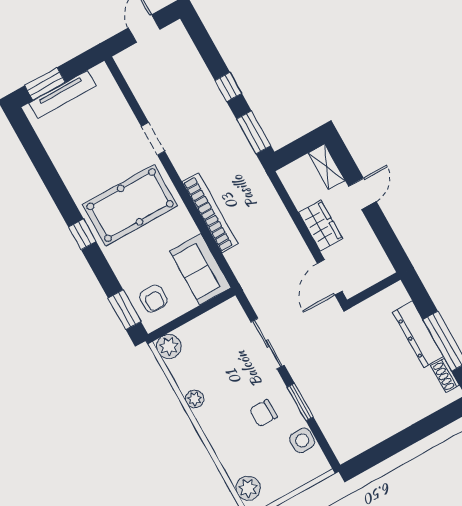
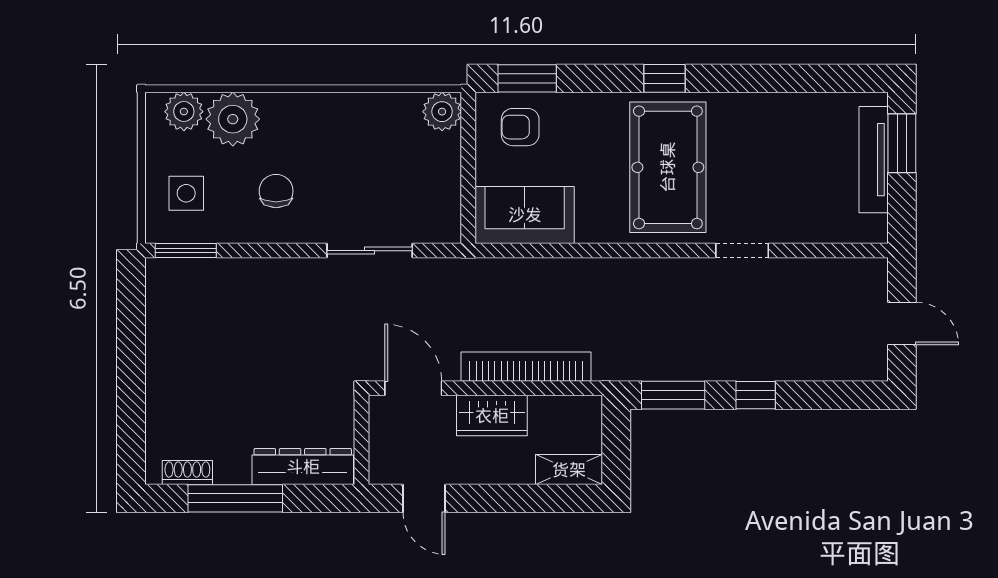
door: (362, 194) -> (424, 498), moved
bookcase: (210, 213) -> (526, 367), moved, turned 180
dresser: (418, 334) -> (303, 467), moved
plant: (195, 399) -> (233, 119), moved, width x1.87, depth x1.87
window: (300, 402) -> (186, 251), moved
side table: (302, 440) -> (186, 193), moved

